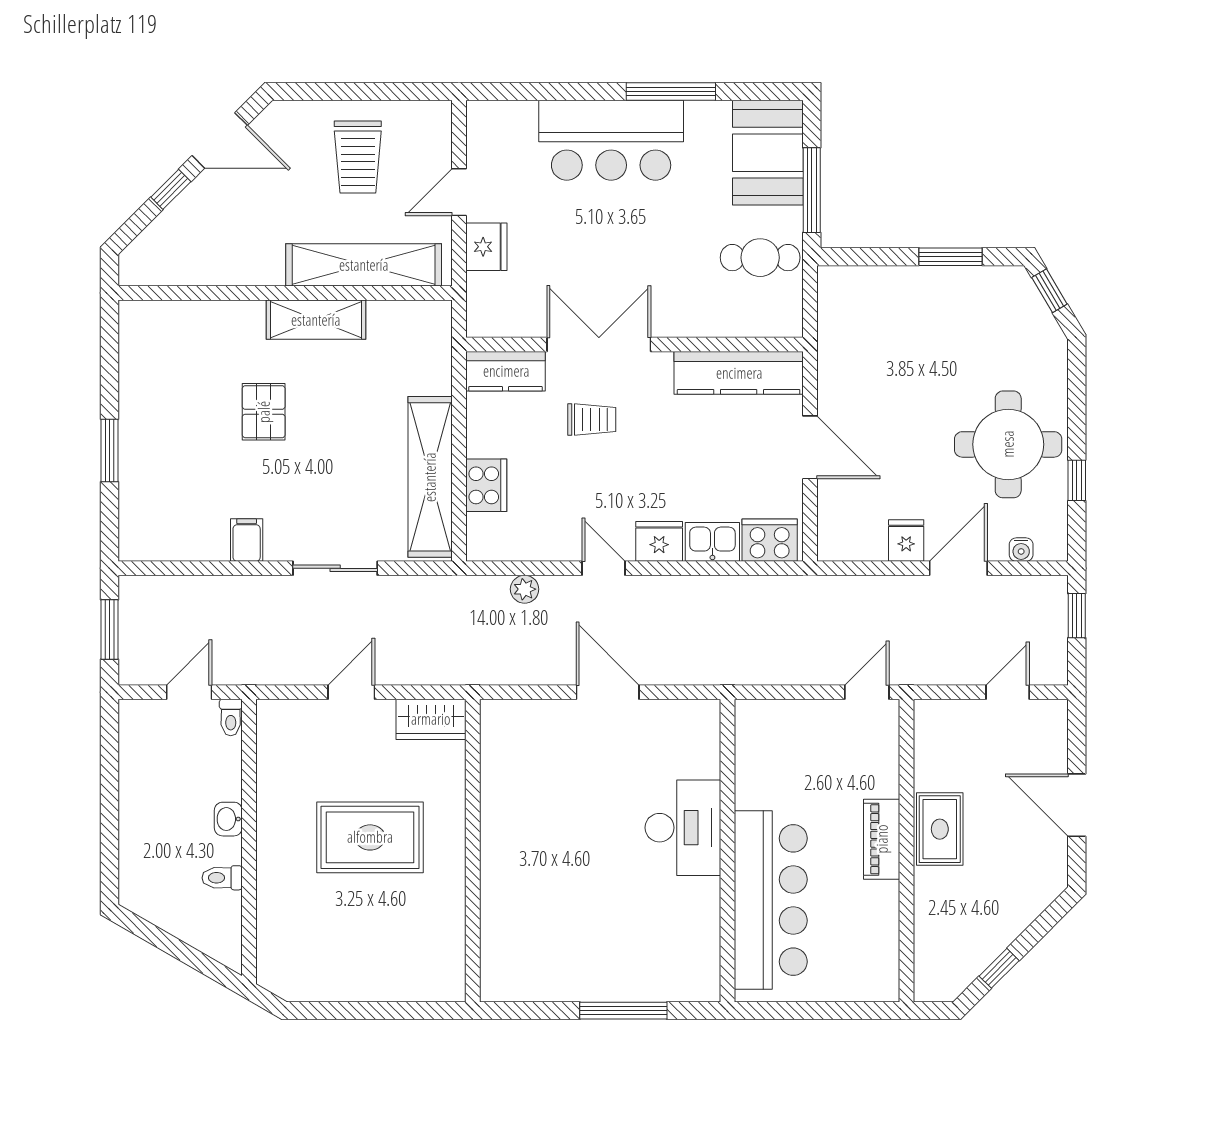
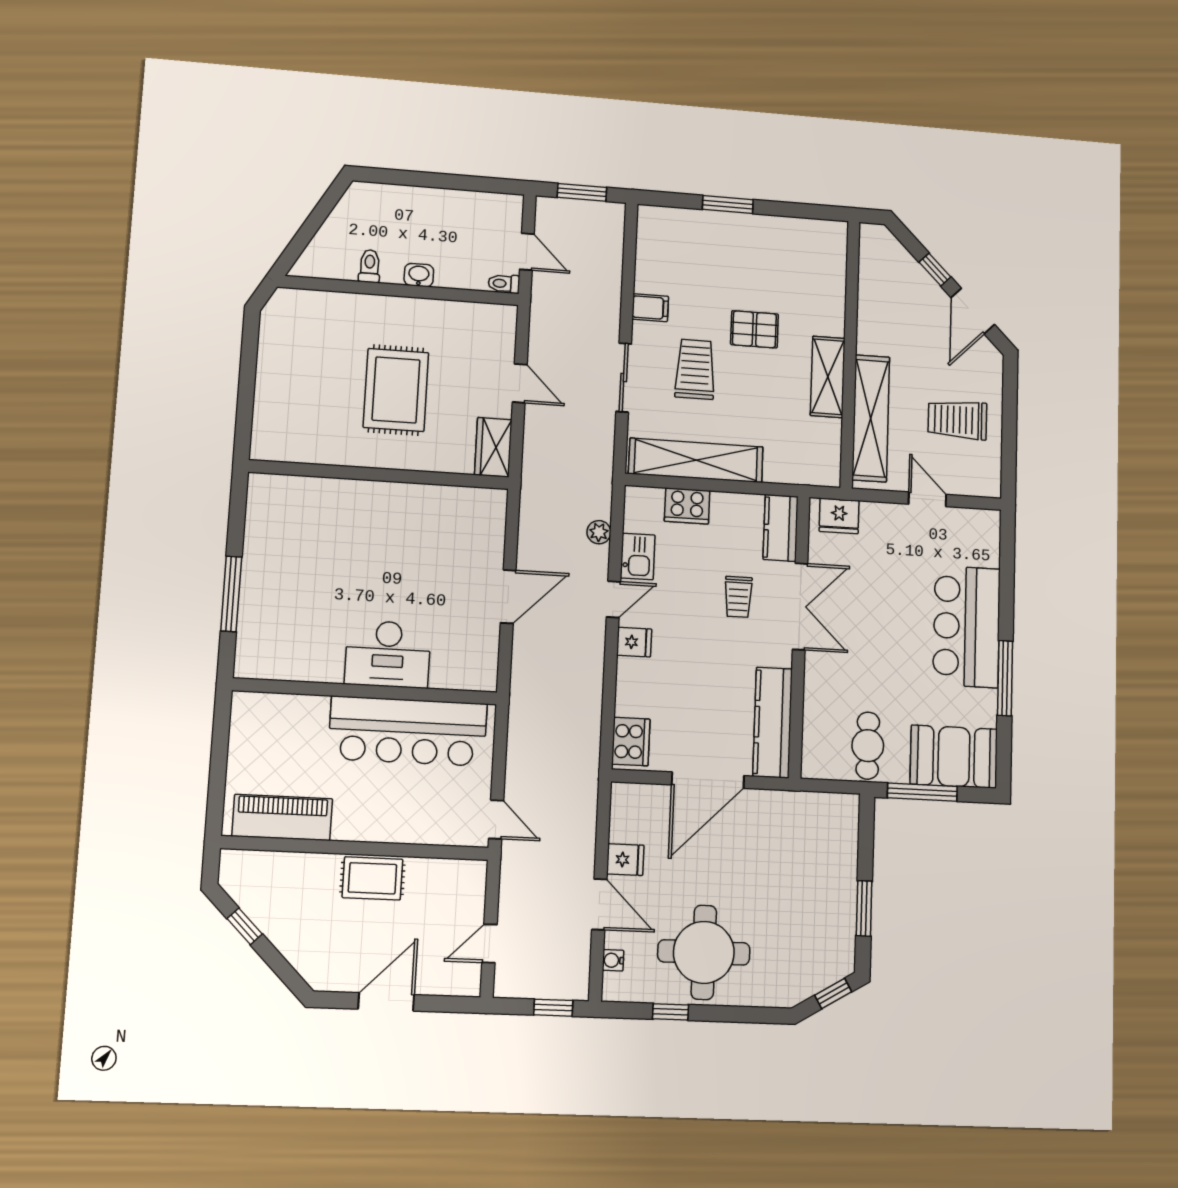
fridge: (486, 247) -> (839, 516), moved
door: (810, 447) -> (708, 780), width x1.36
trolley: (319, 482) -> (695, 369), added
fridge: (659, 541) -> (634, 642), width x0.72
kitchen sink: (712, 542) -> (638, 556), moved
door: (1008, 692) -> (489, 944), swing flipped
piano: (882, 839) -> (282, 817), moved, width x1.37, depth x1.33
bar counter: (771, 900) -> (408, 731), moved

